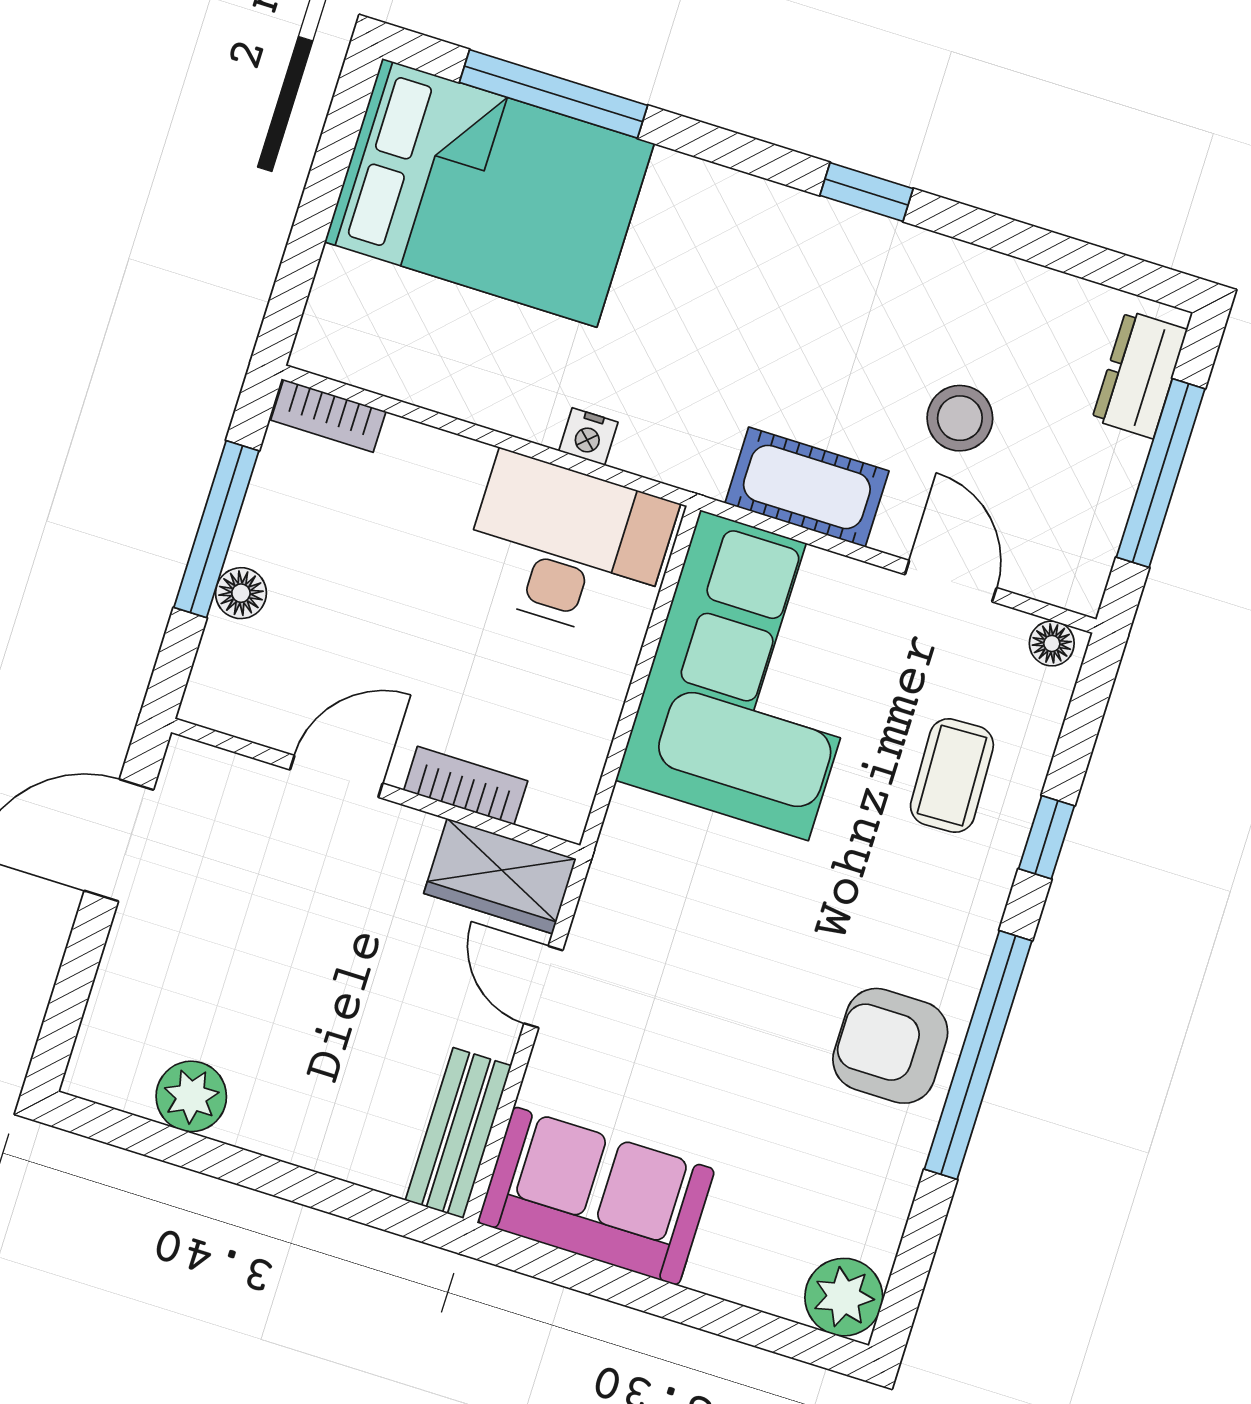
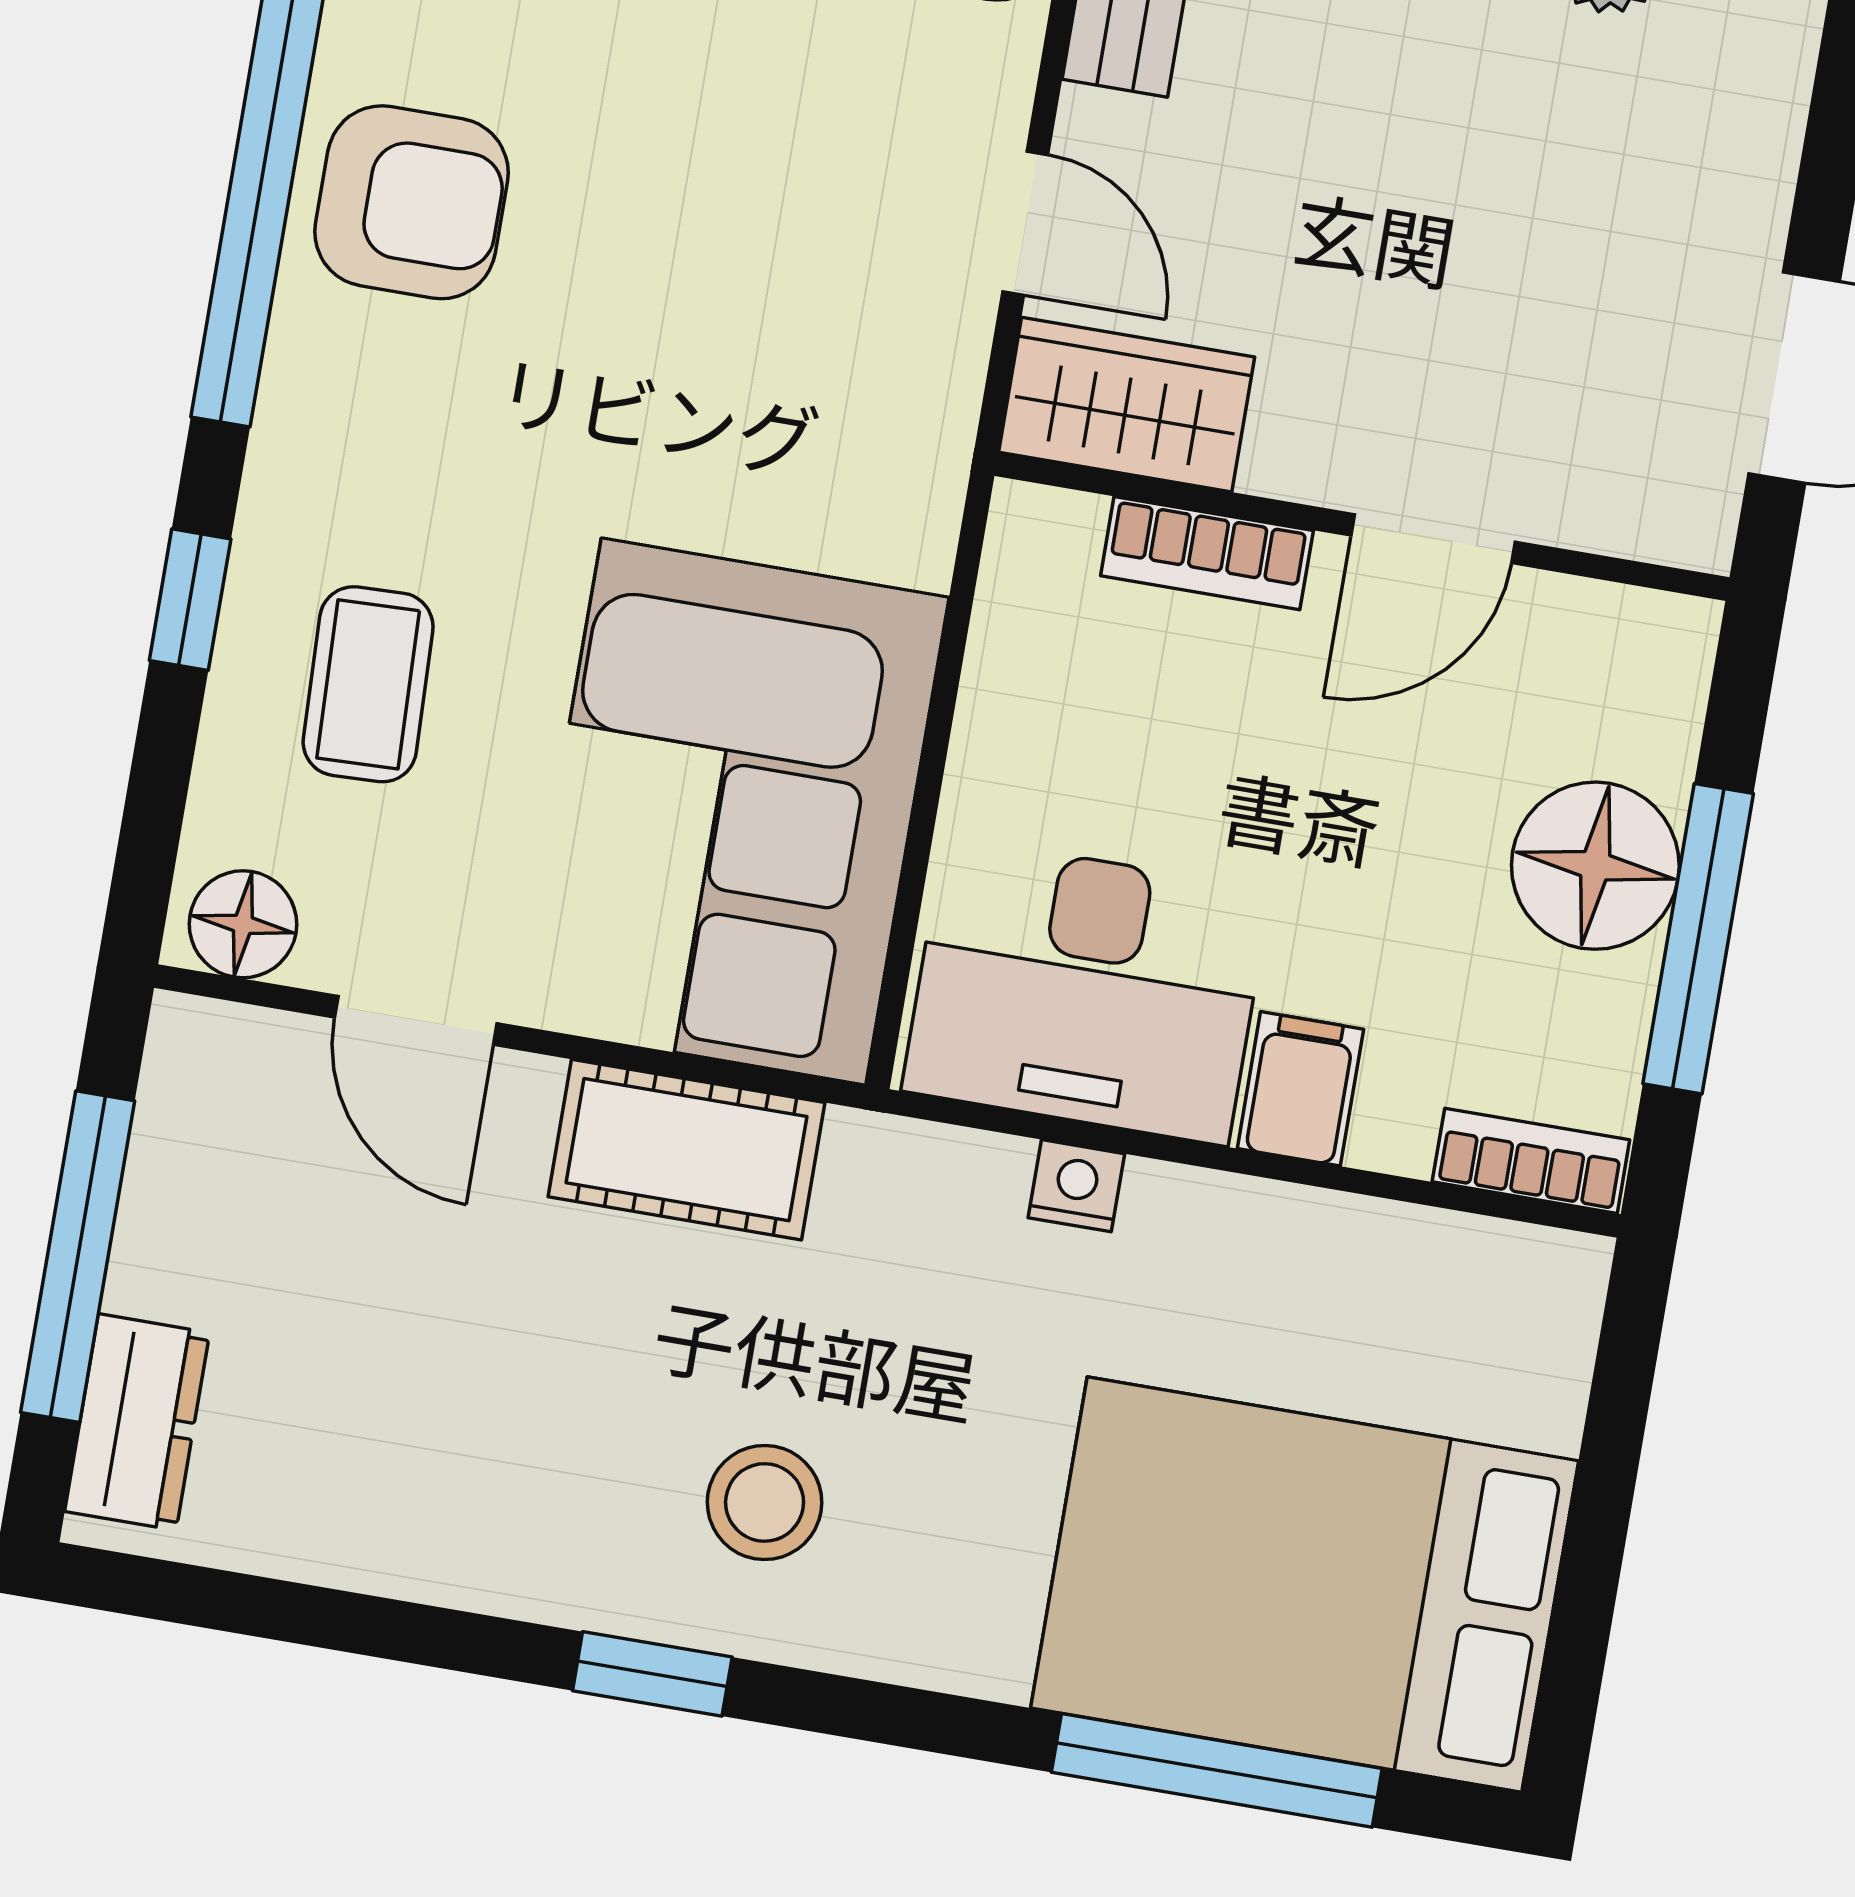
stool: (960, 418) -> (765, 1502), moved
filing cabinet: (454, 474) -> (1300, 1089), added
floor lamp: (241, 593) -> (1595, 866), width x1.89, depth x1.89
floor lamp: (1052, 643) -> (243, 924), width x1.37, depth x1.37

